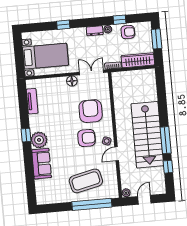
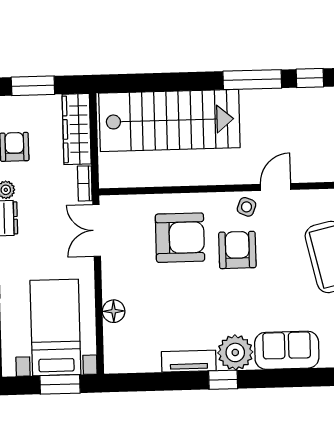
window: (19, 60) -> (60, 384), added
floor lamp: (72, 81) -> (114, 311), moved
tv unit: (32, 101) -> (189, 361), moved
armchair: (91, 111) -> (180, 238), turned 180
stairs: (147, 135) -> (169, 120), moved
door: (117, 154) -> (276, 187), swing flipped

